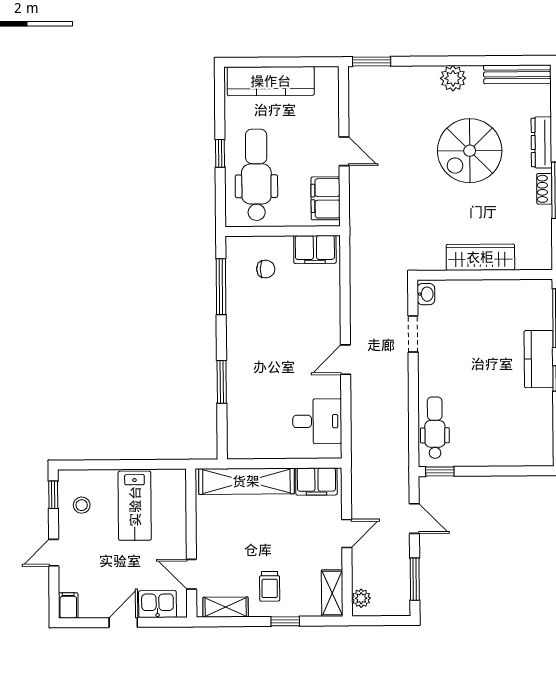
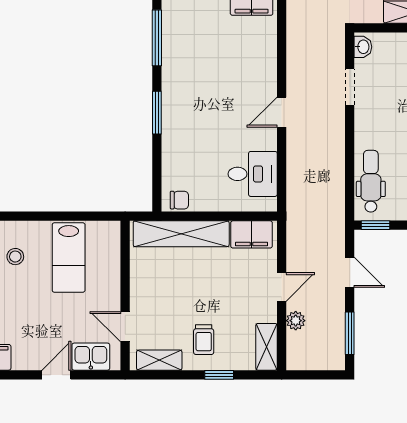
chair: (266, 269) -> (179, 200), moved
window: (222, 382) -> (157, 113), moved
plant: (361, 598) -> (296, 321), moved

